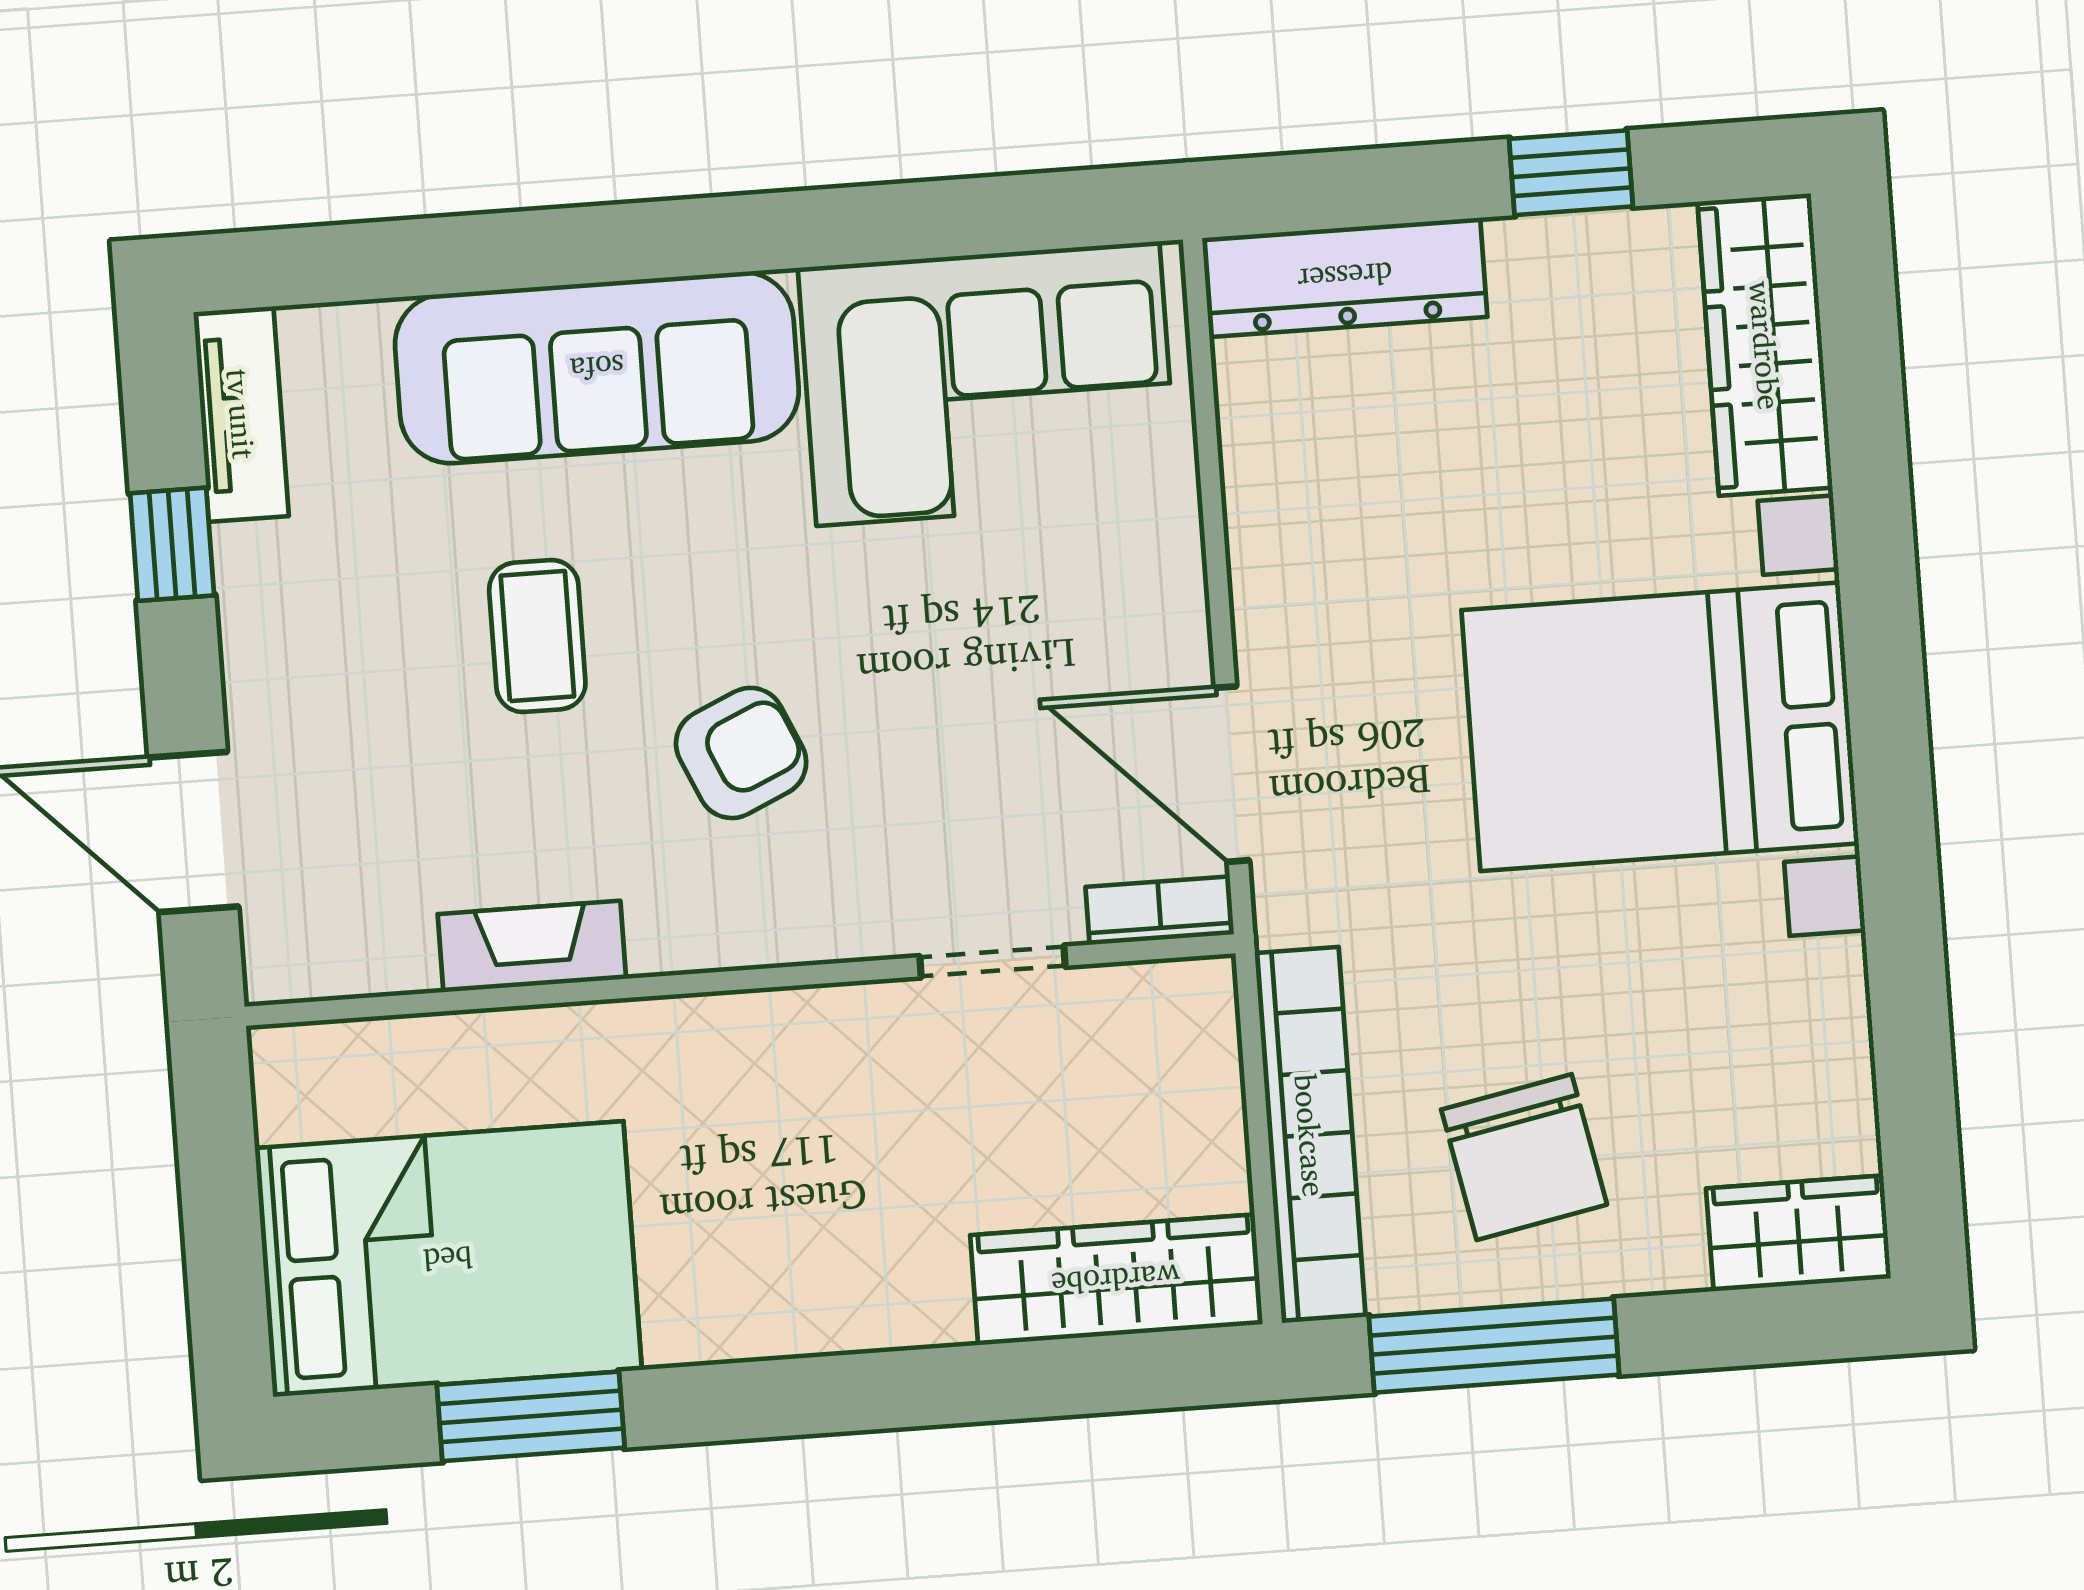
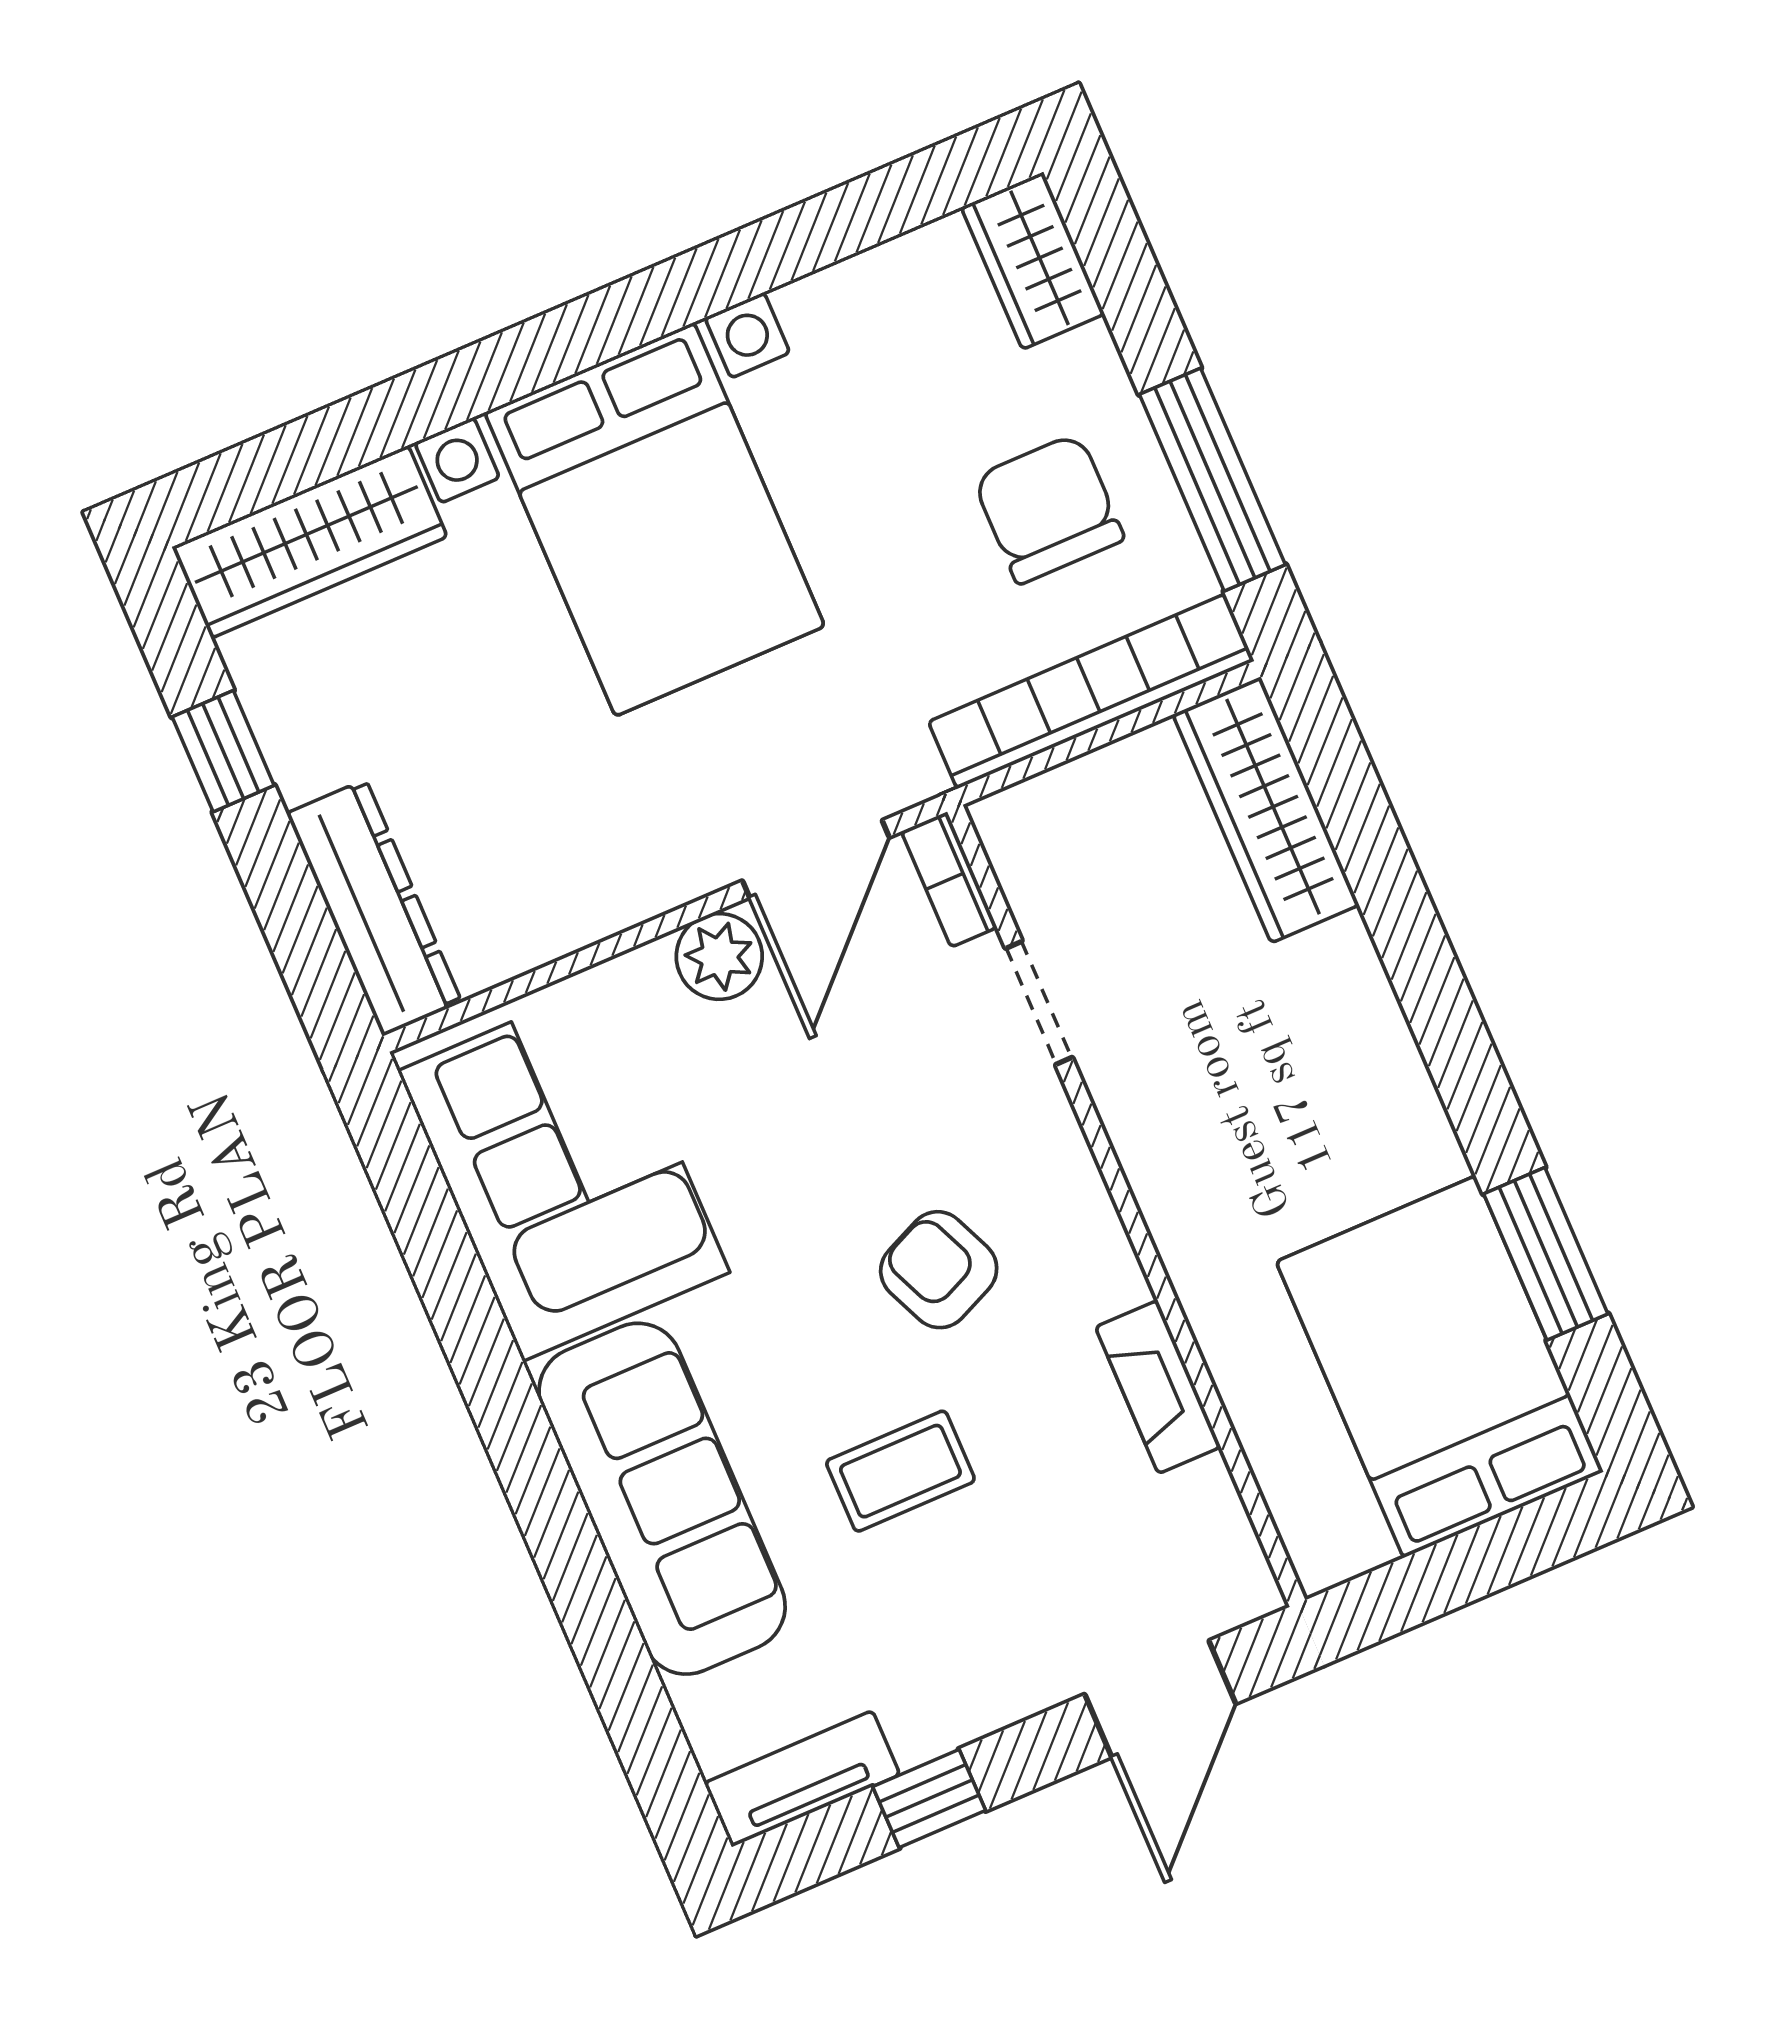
plant: (1163, 633) -> (719, 956), added
chair: (1524, 1157) -> (1048, 509), turned -79

